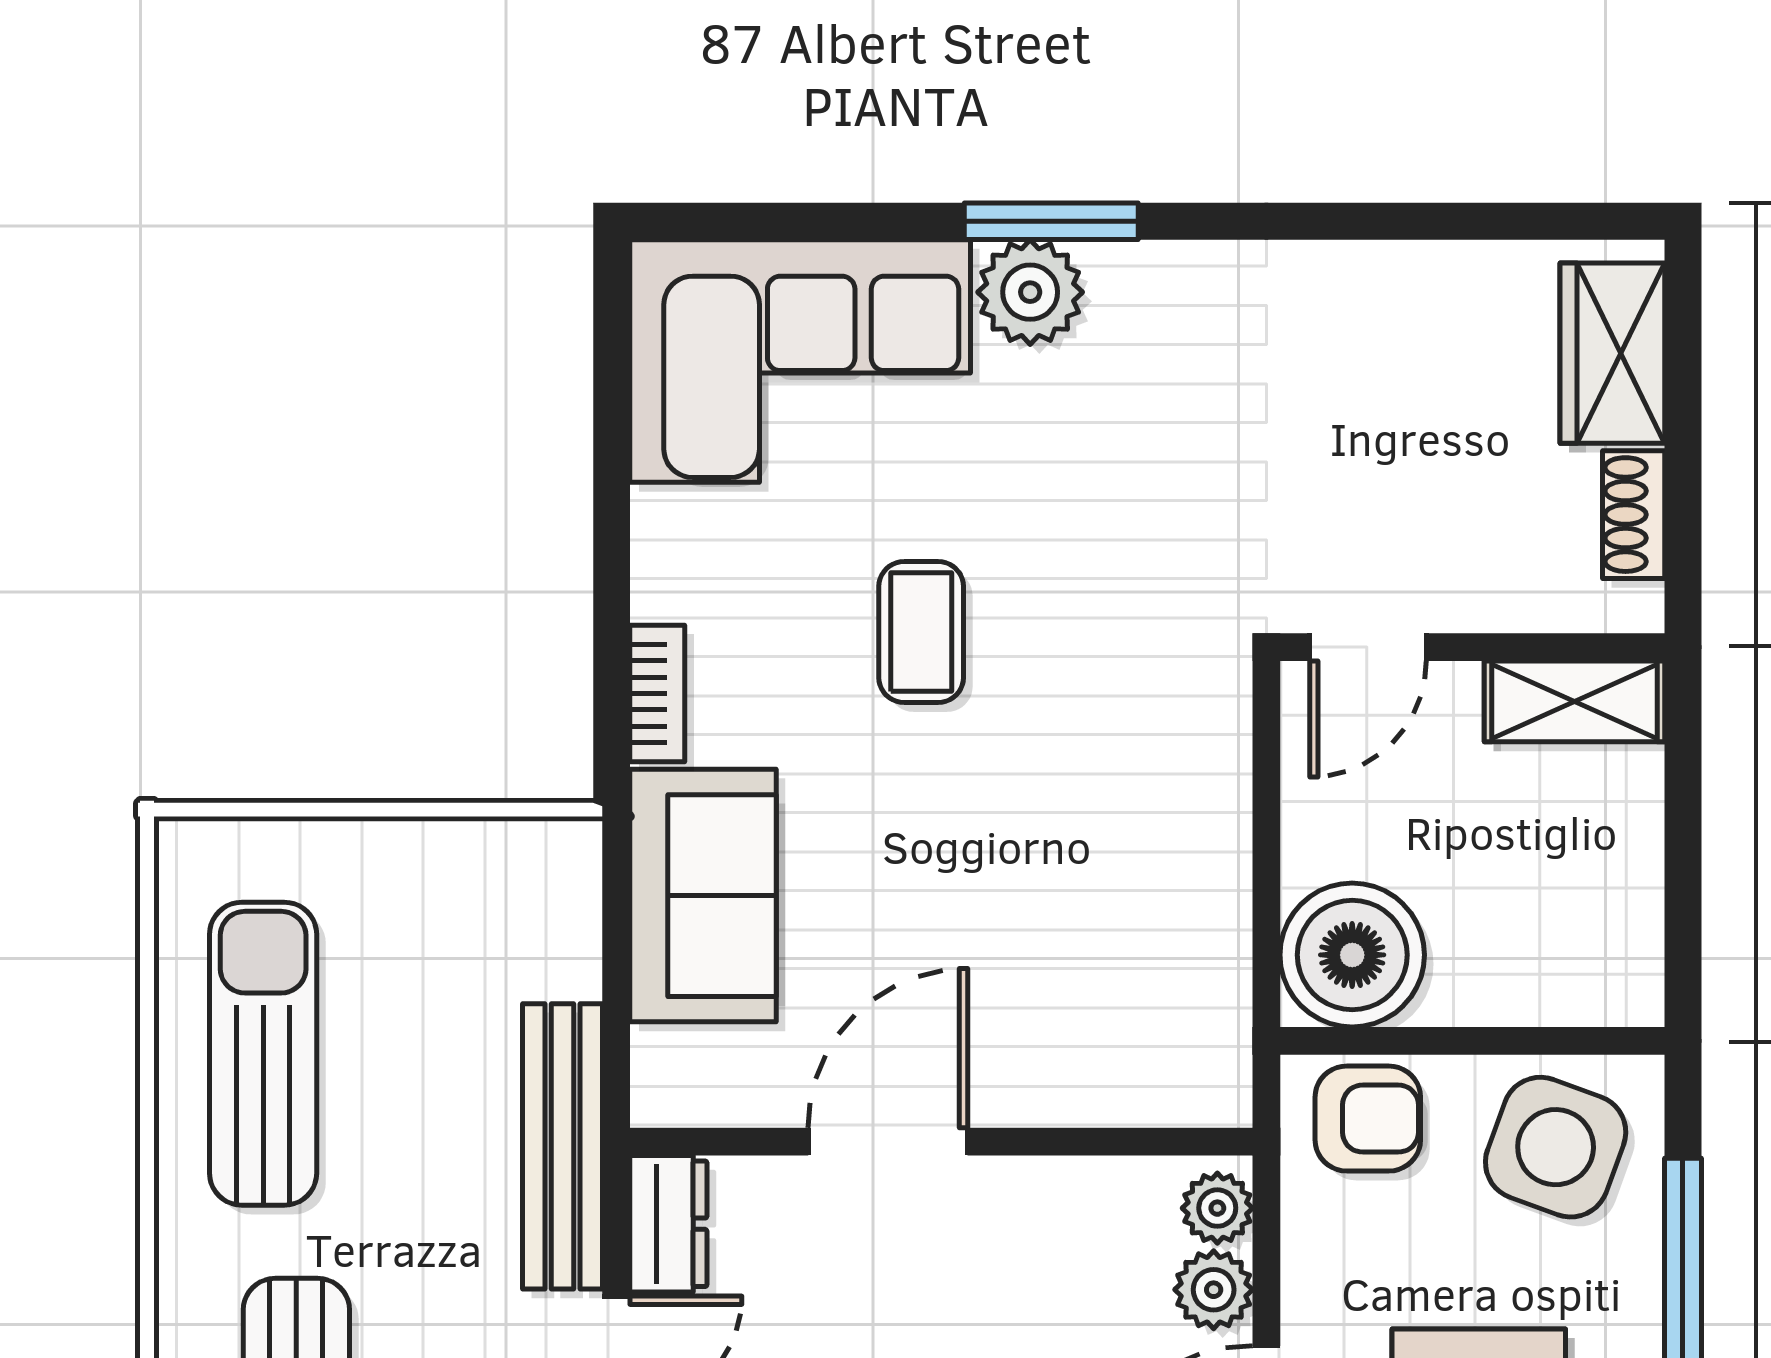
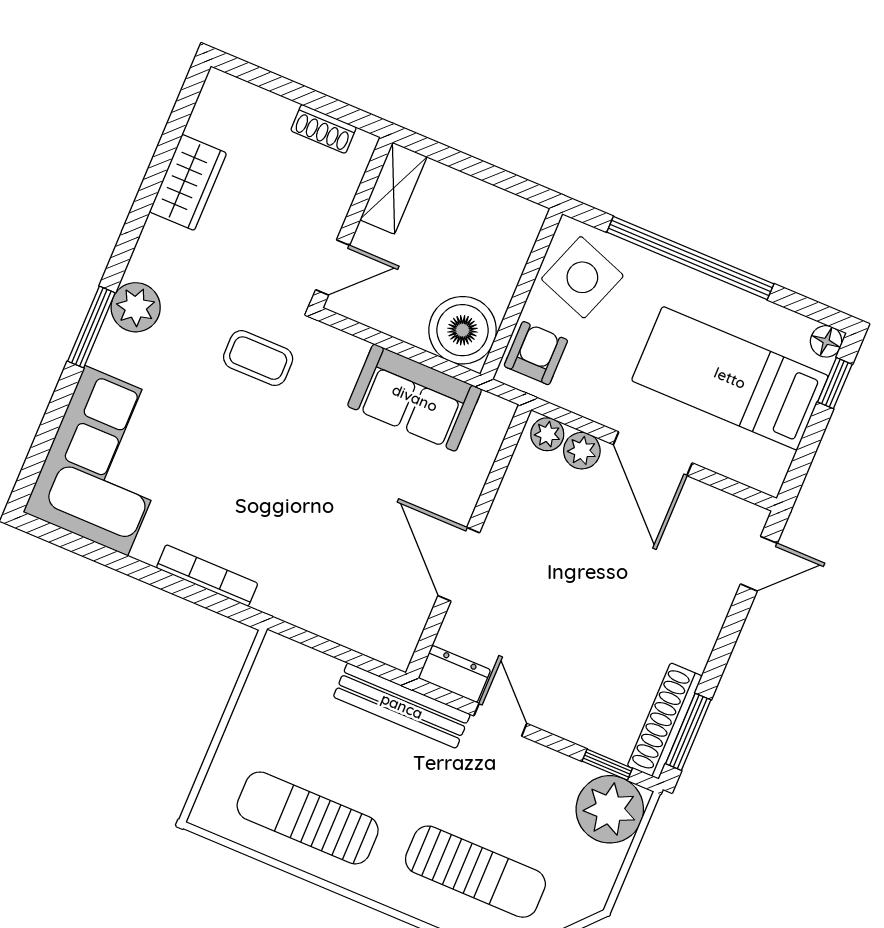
plant: (1030, 292) -> (136, 307), moved
wardrobe: (1612, 353) -> (188, 182), moved, turned -90
coffee table: (921, 632) -> (258, 358), moved
door: (1368, 647) -> (333, 268), hinge flipped
bookcase: (657, 693) -> (207, 576), width x1.56
sofa: (703, 896) -> (415, 398), moved, turned 180

